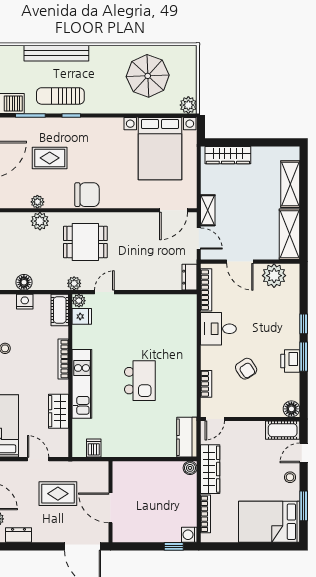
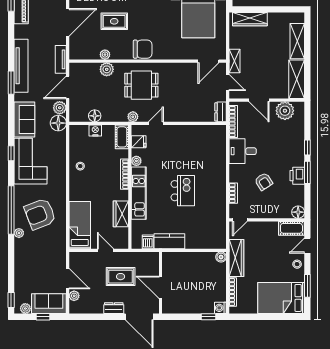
plant: (79, 301) -> (136, 161), moved
kitchen counter: (187, 437) -> (169, 241), moved, turned 90
dresser: (19, 535) -> (114, 308), moved

